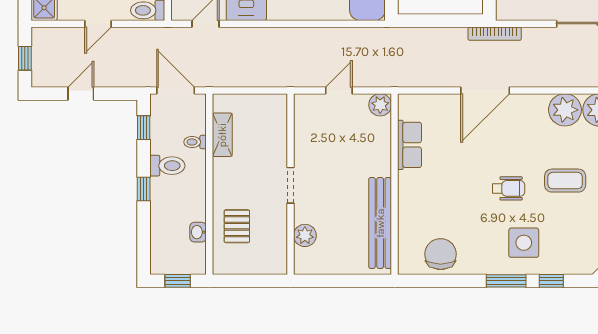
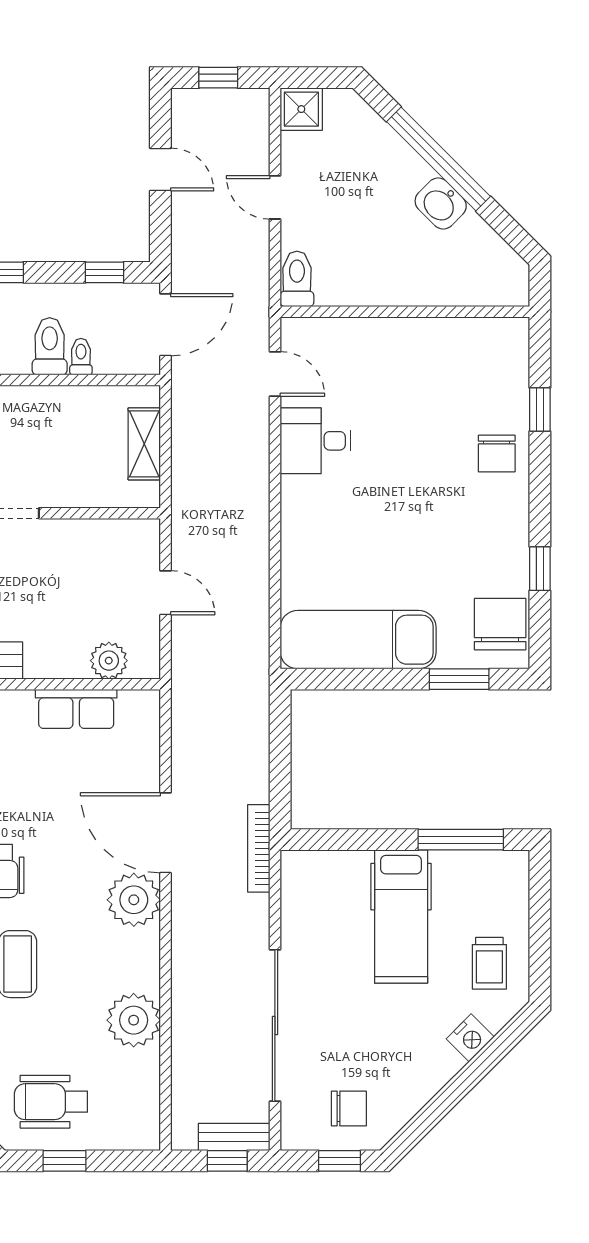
plant: (380, 105) -> (109, 661), moved
plant: (565, 110) -> (134, 900), moved
shelving: (222, 135) -> (144, 444), moved, turned 90
toilet: (167, 166) -> (50, 346), moved, turned 180

